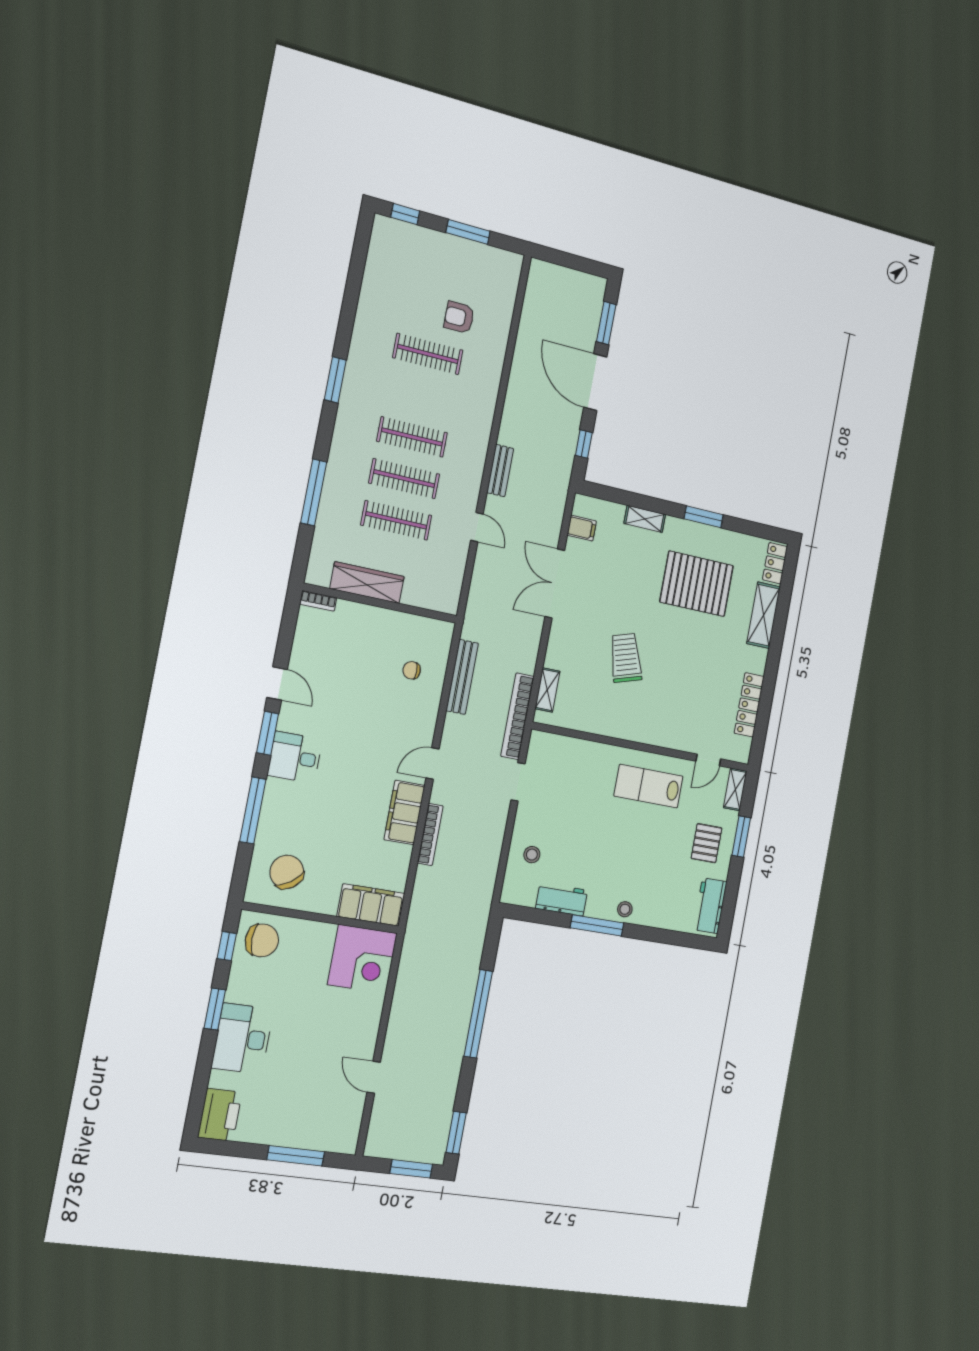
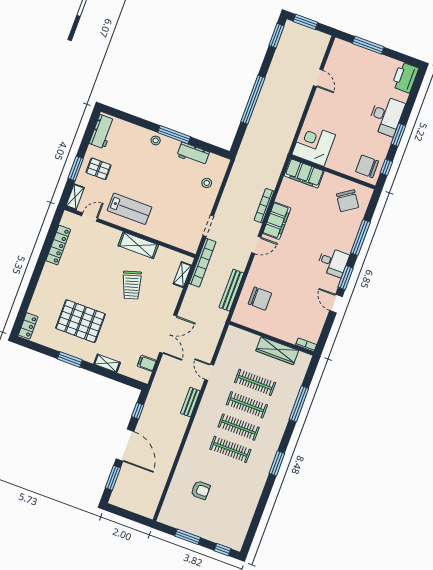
clothes rail: (428, 354) -> (230, 449), moved
shelving: (763, 615) -> (138, 245), moved, turned 90
chair: (412, 670) -> (260, 299), width x1.87, depth x1.87
pallet: (706, 843) -> (99, 169), turned 90

